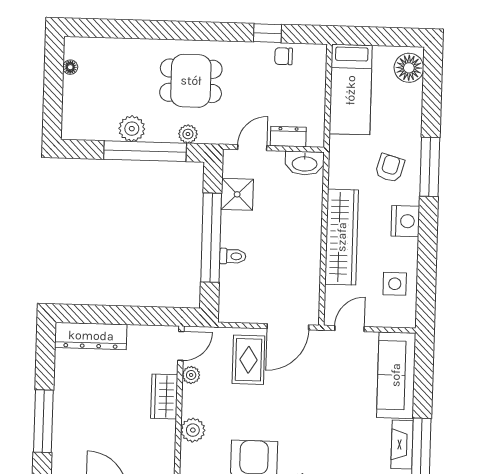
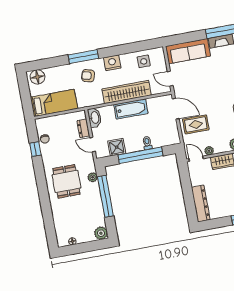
plant: (132, 129) -> (101, 233), moved
bathtub: (306, 239) -> (131, 109), added

